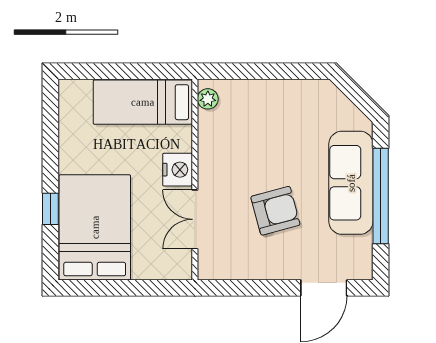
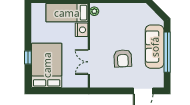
nightstand: (178, 170) -> (82, 30), moved
armchair: (275, 211) -> (123, 58), turned 102

